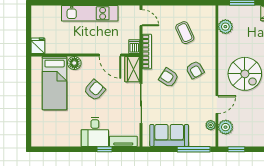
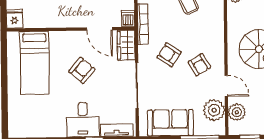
floor lamp: (74, 63) -> (58, 39), removed
armchair: (195, 70) -> (199, 65), moved
door: (217, 105) -> (226, 86), hinge flipped
plant: (211, 125) -> (214, 110), width x1.87, depth x1.87

